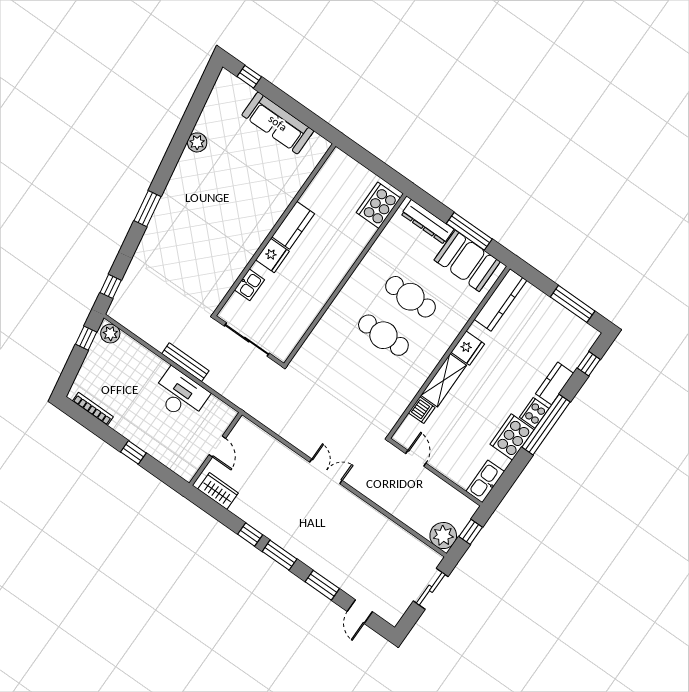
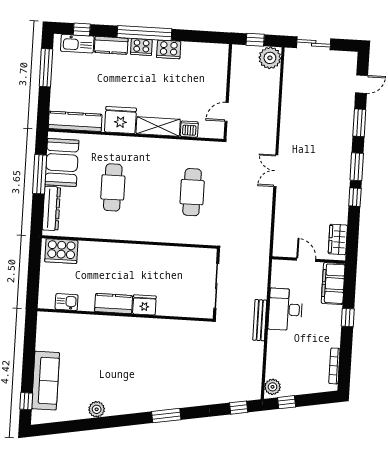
sofa: (278, 123) -> (46, 381), moved
kitchen sink: (249, 285) -> (67, 302), moved
cafe table: (383, 335) -> (192, 192), moved
fridge: (468, 348) -> (120, 120), width x1.36, depth x1.34
cooker: (512, 437) -> (169, 49), width x0.73, depth x0.76
door: (217, 446) -> (306, 260), hinge flipped
filing cabinet: (177, 459) -> (333, 284), added
kitchen sink: (485, 481) -> (77, 44), moved

